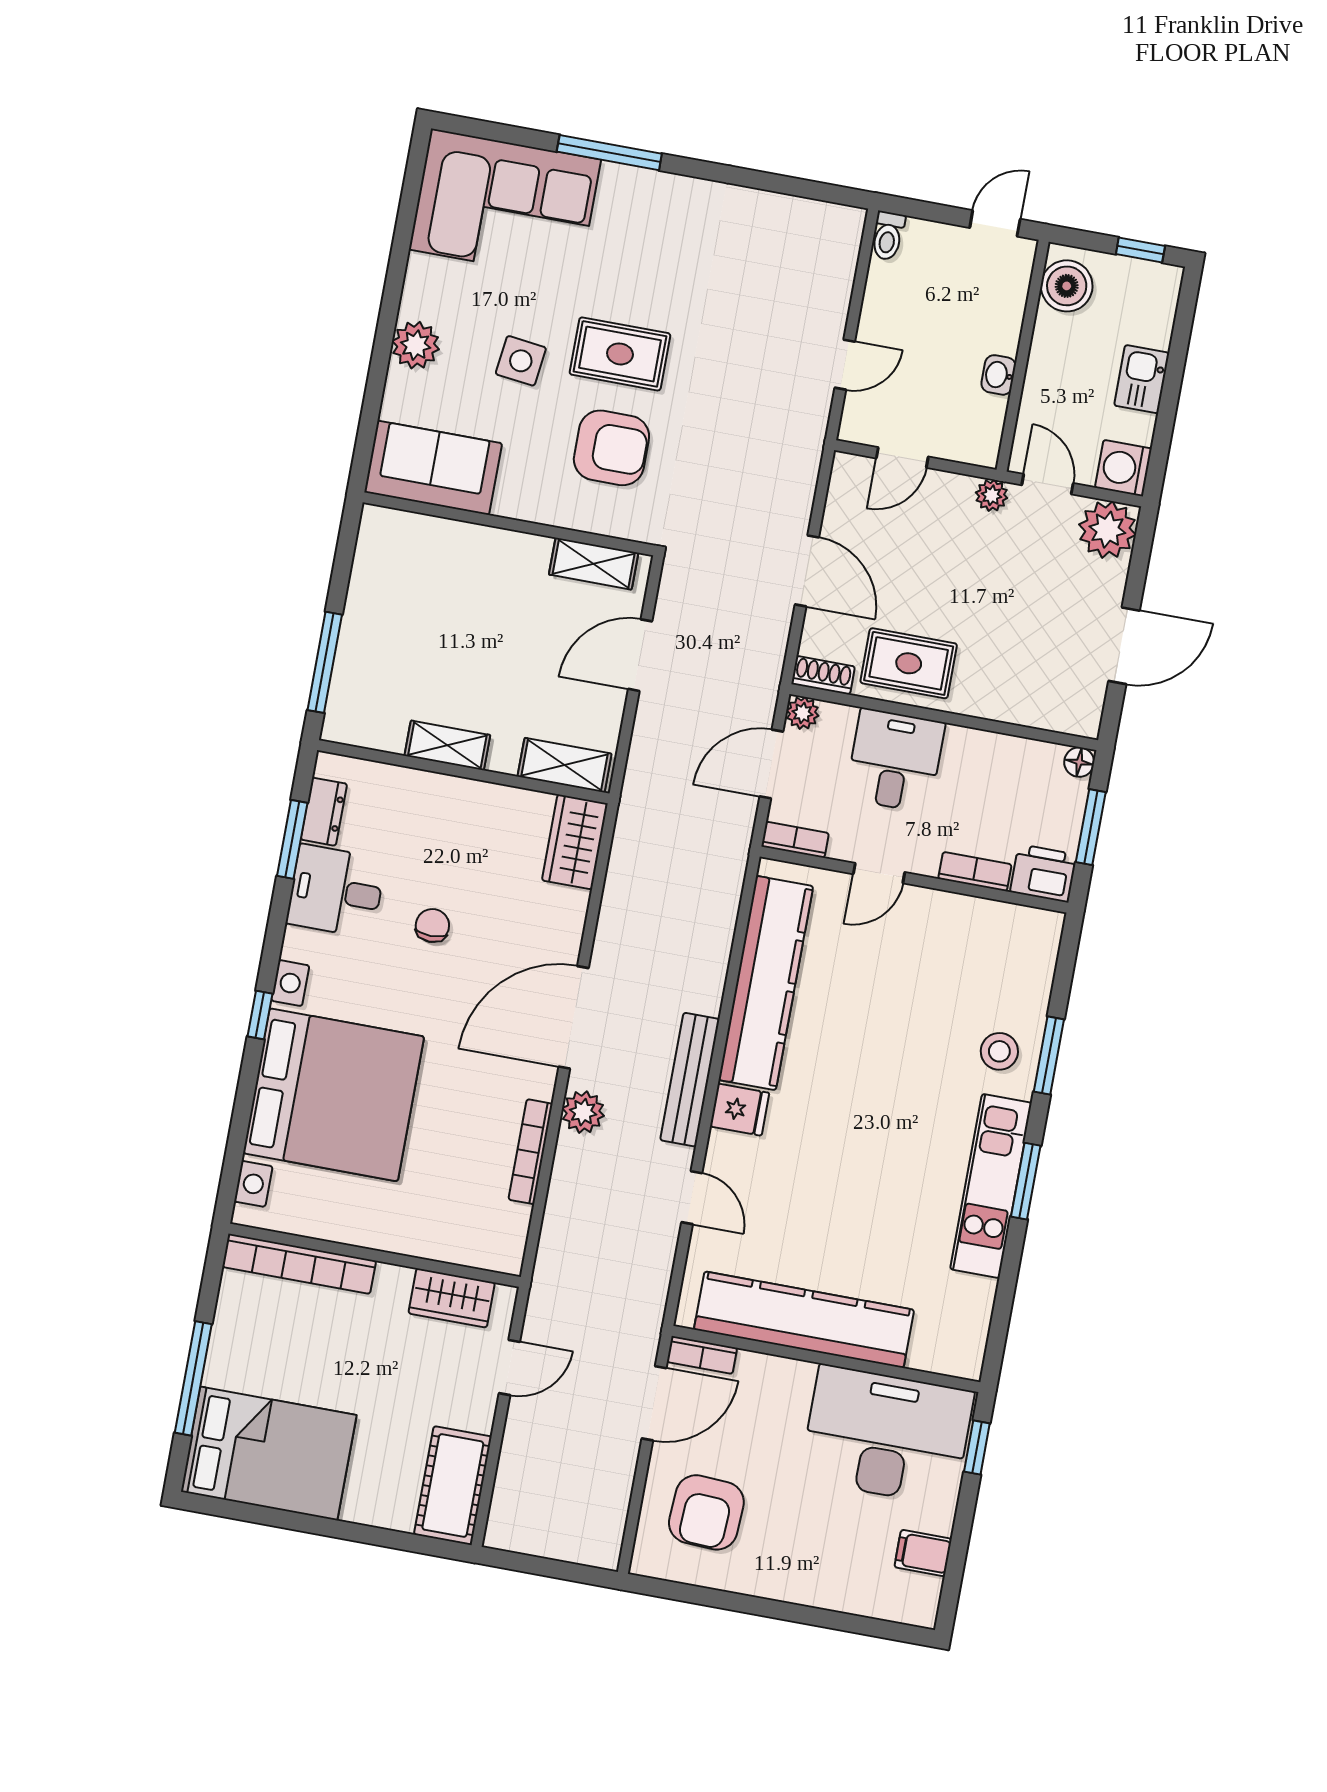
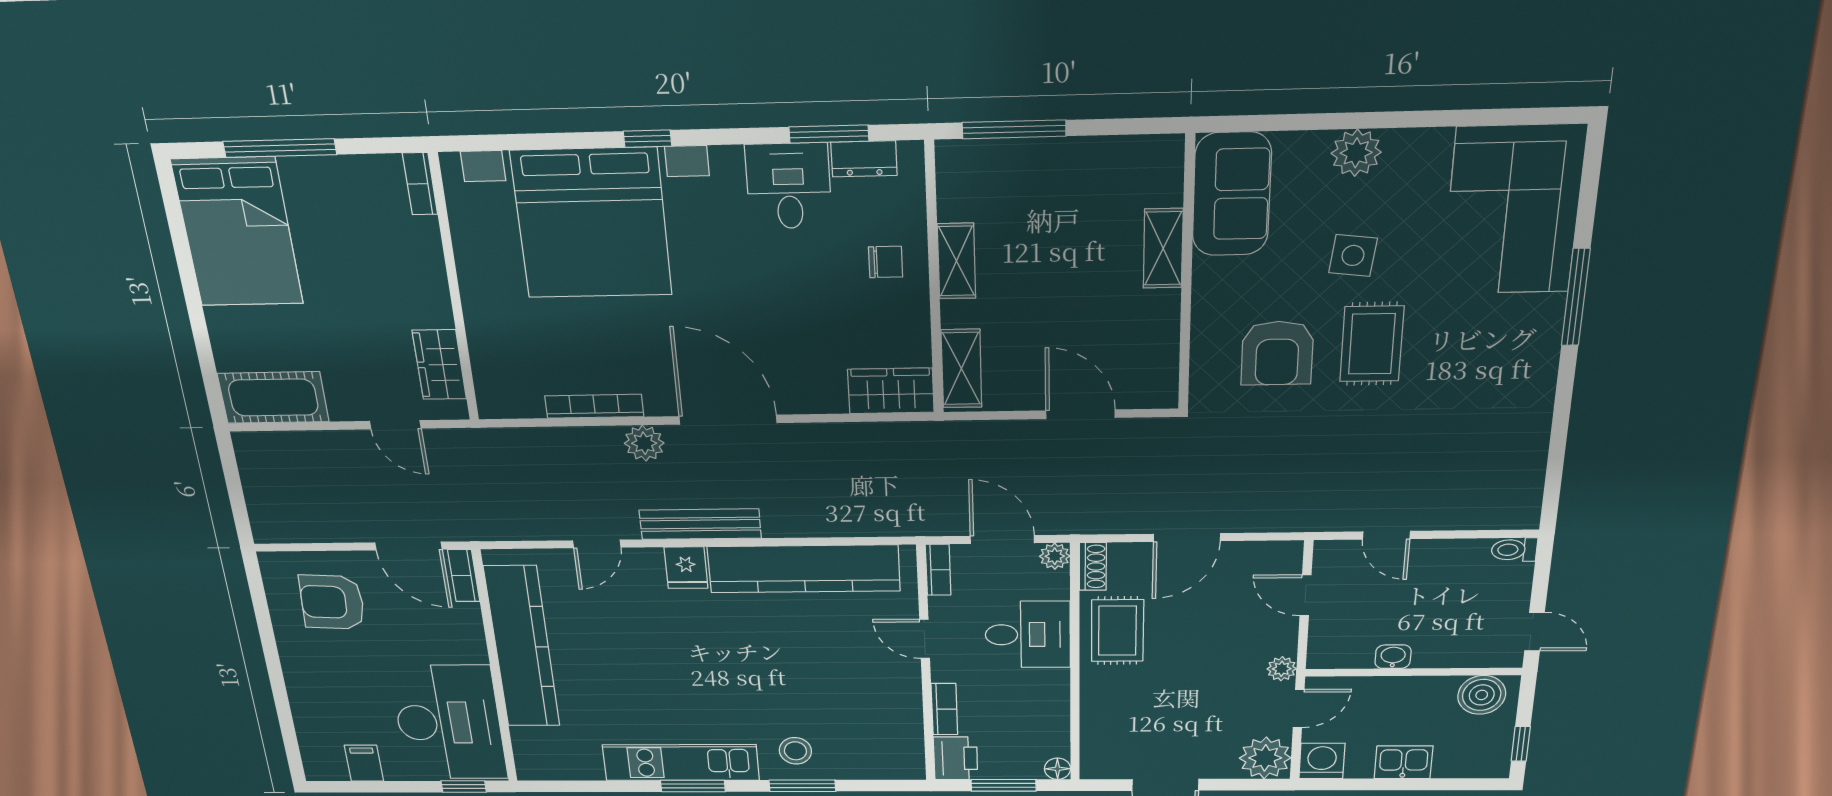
shelving: (594, 564) -> (1163, 248), moved
chair: (432, 926) -> (886, 262), moved
bookcase: (299, 1264) -> (420, 184), width x0.43, depth x0.76

